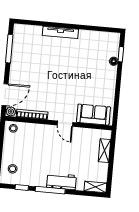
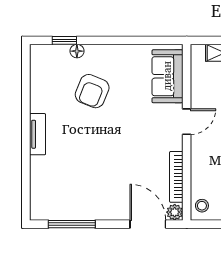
tv unit: (60, 32) -> (38, 134), width x0.71
armchair: (89, 68) -> (92, 91), added

